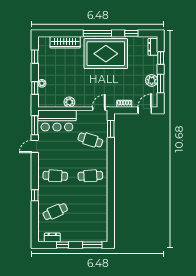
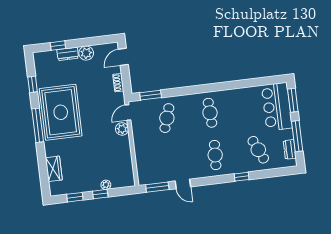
wardrobe: (65, 42) -> (54, 169), width x0.67
dresser: (153, 47) -> (68, 54), moved
window: (161, 84) -> (89, 42), removed
window: (35, 88) -> (100, 194), moved
plant: (69, 102) -> (122, 129), moved
door: (99, 109) -> (128, 113), hinge flipped
door: (145, 110) -> (123, 57), hinge flipped
bar counter: (57, 120) -> (277, 107), moved, turned 180
window: (62, 245) -> (297, 136), width x2.17

